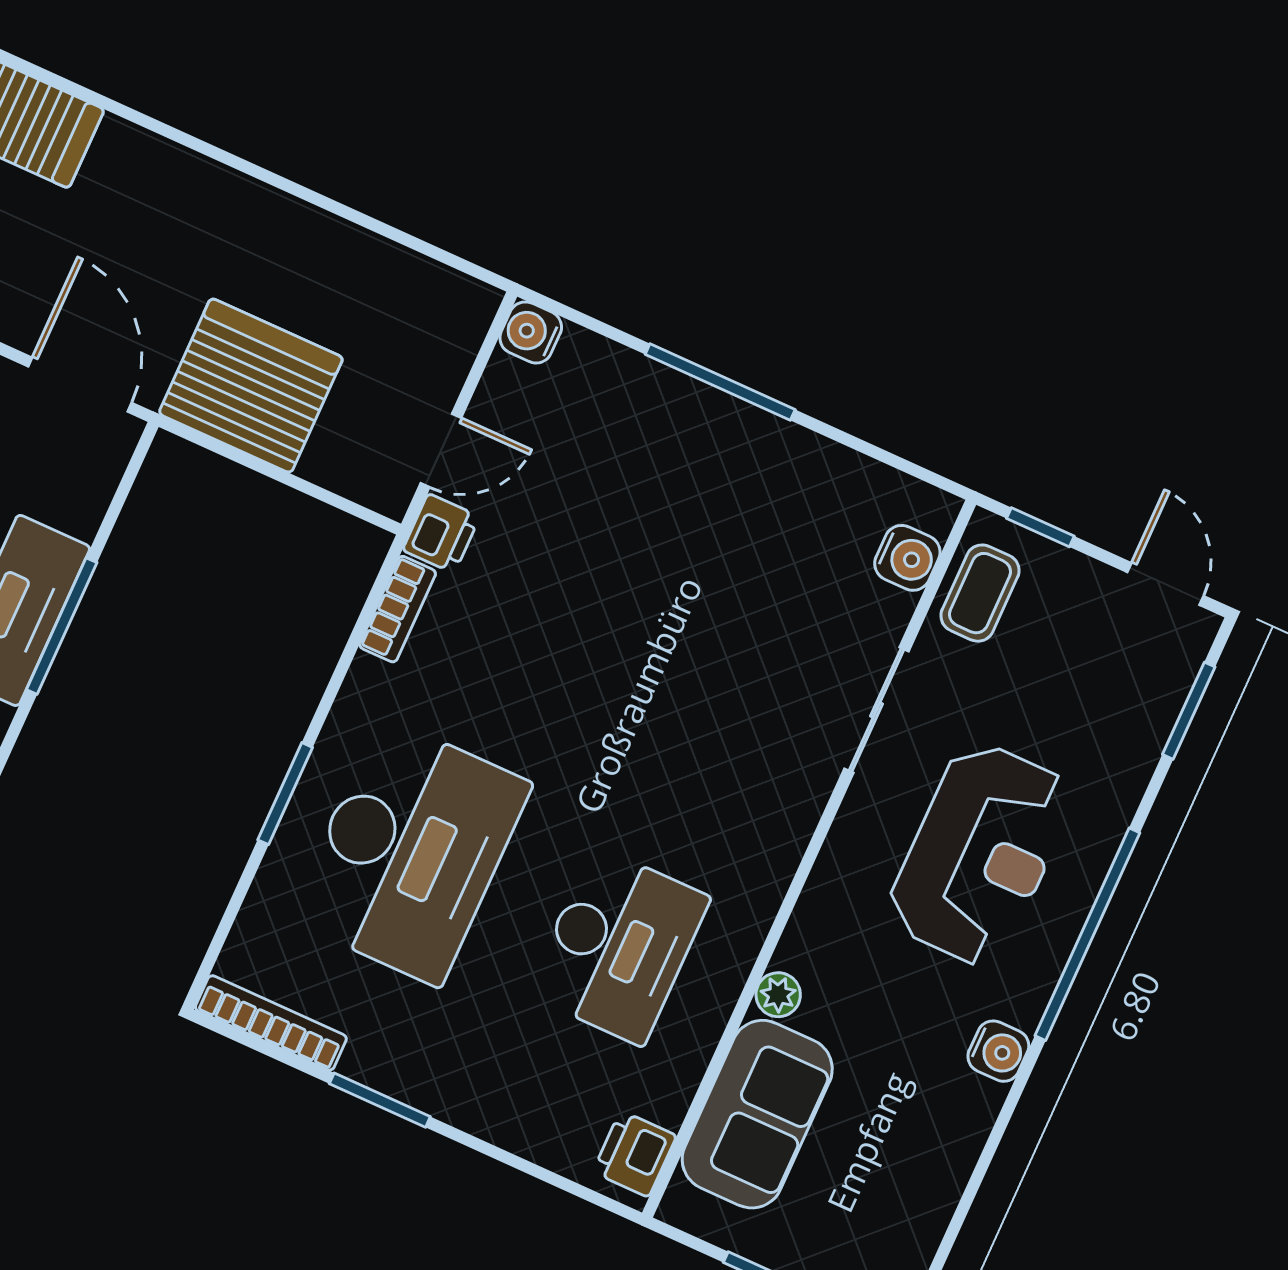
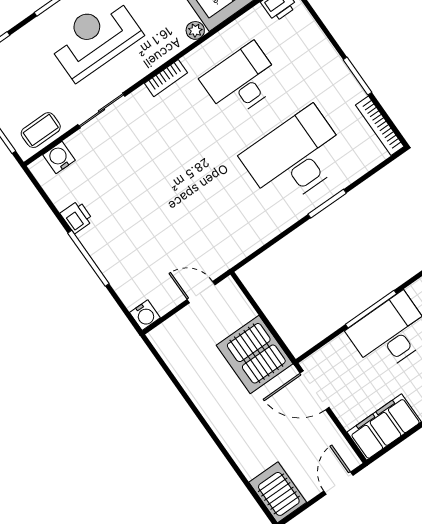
door: (80, 385) -> (315, 390), hinge flipped
printer: (441, 533) -> (77, 217), moved, turned 90
bookcase: (398, 609) -> (166, 78), moved, turned 180

